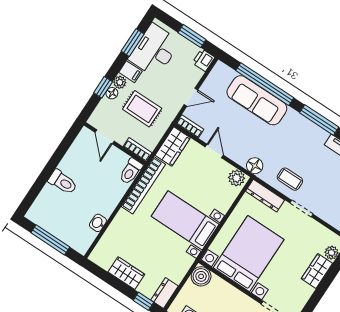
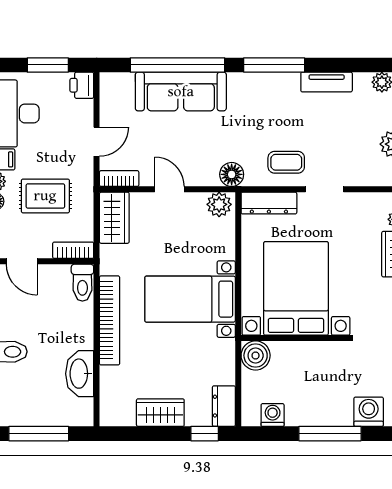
bookcase: (143, 185) -> (110, 320), moved
washbasin: (98, 223) -> (80, 374), width x1.91, depth x1.45

